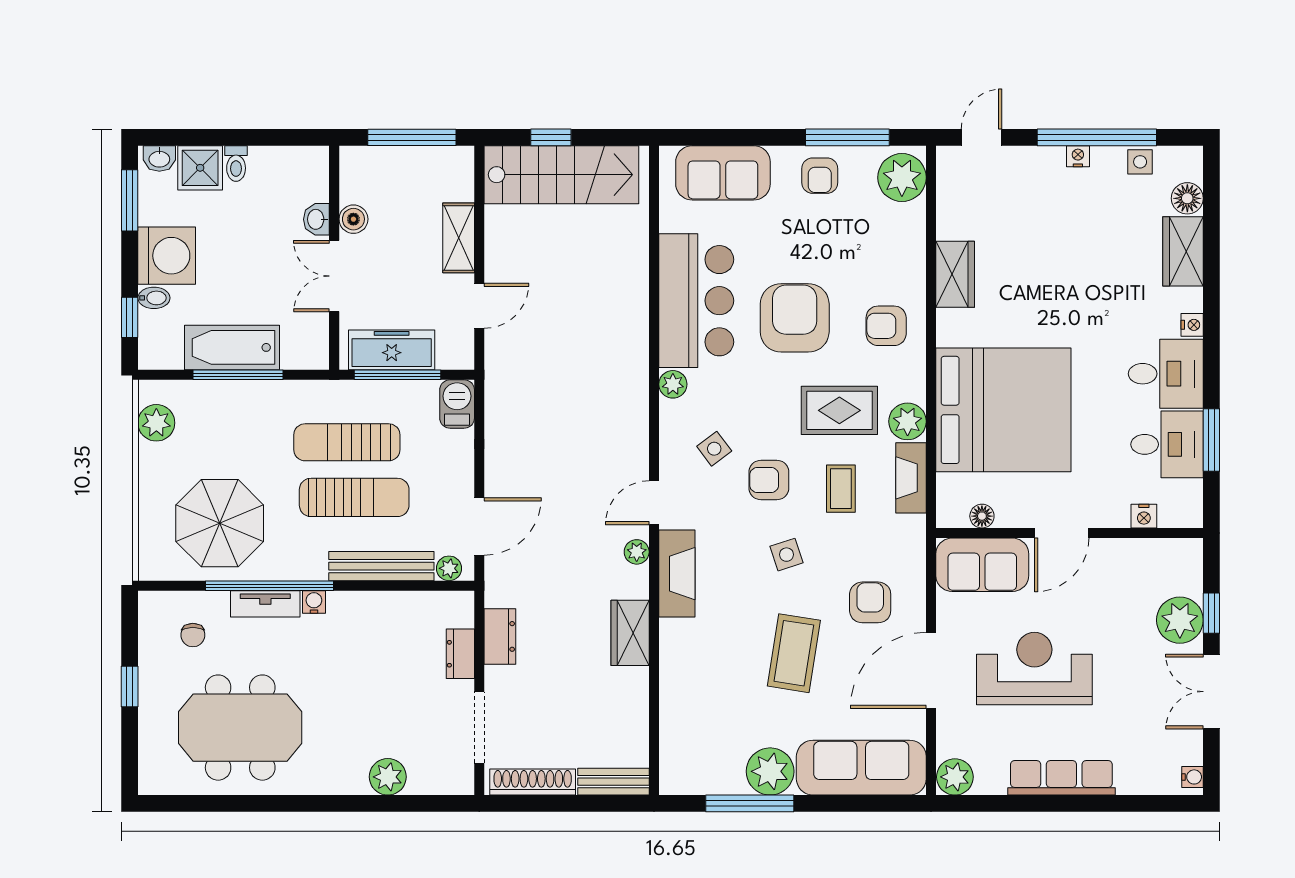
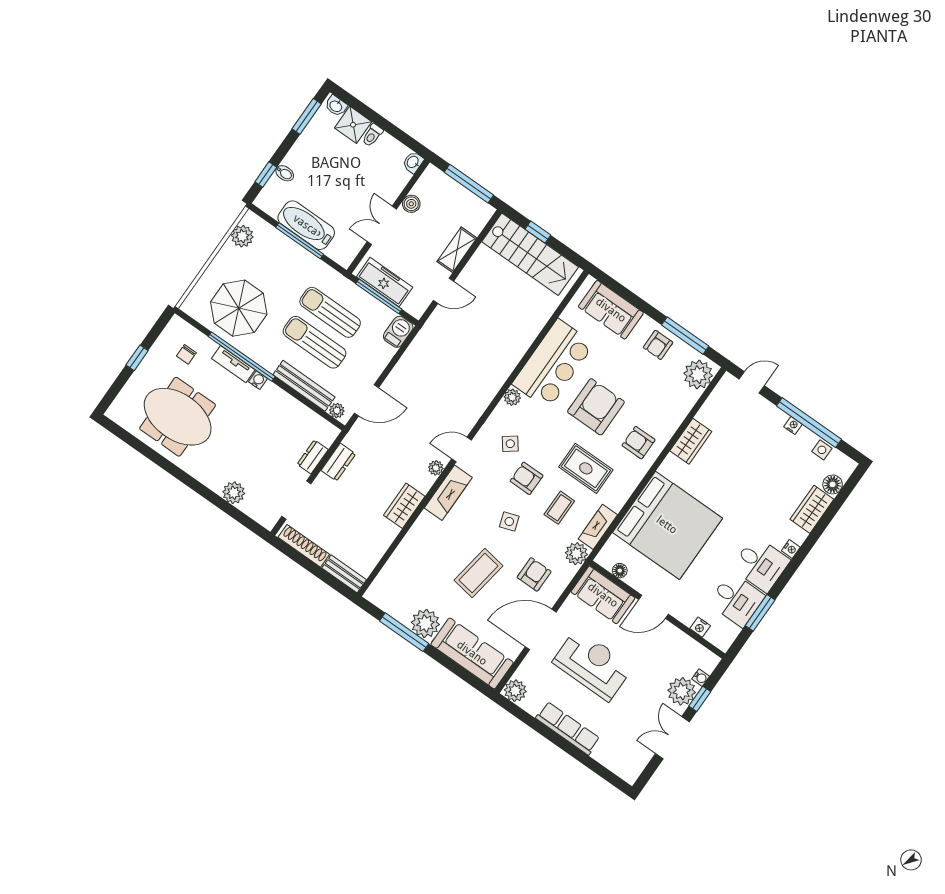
washbasin: (316, 219) -> (413, 162), moved
washing machine: (167, 256) -> (306, 157), removed
plant: (908, 421) -> (576, 554), moved
sun lounger: (354, 497) -> (314, 342), turned 180
water cooler: (1192, 777) -> (701, 678), moved

